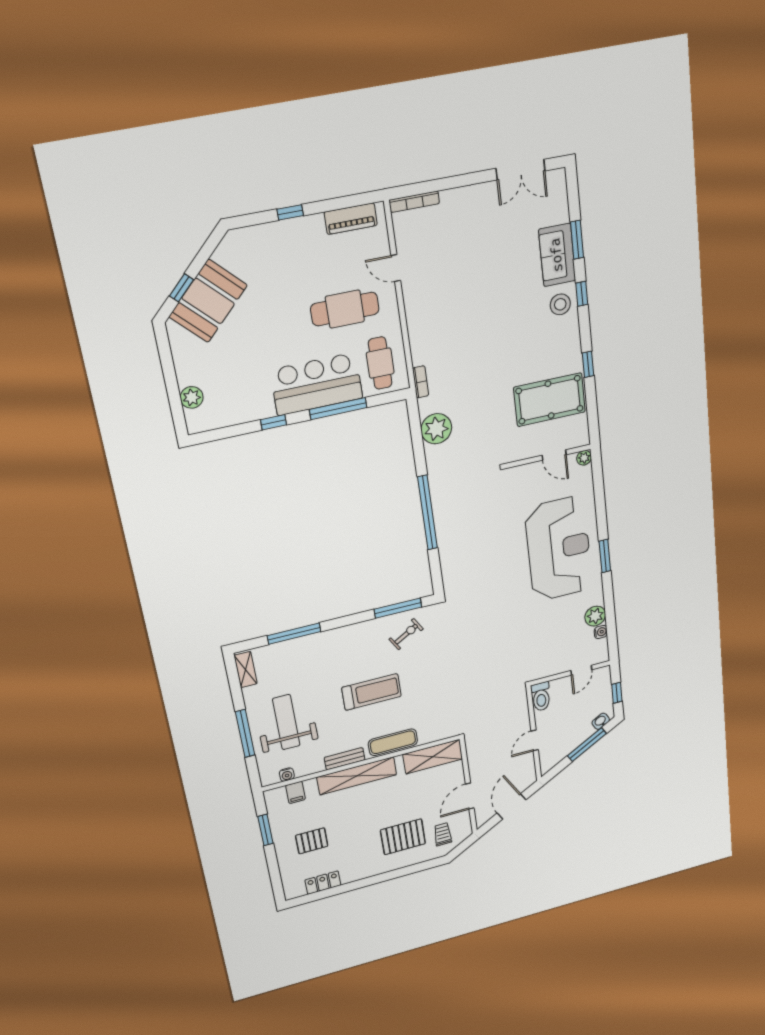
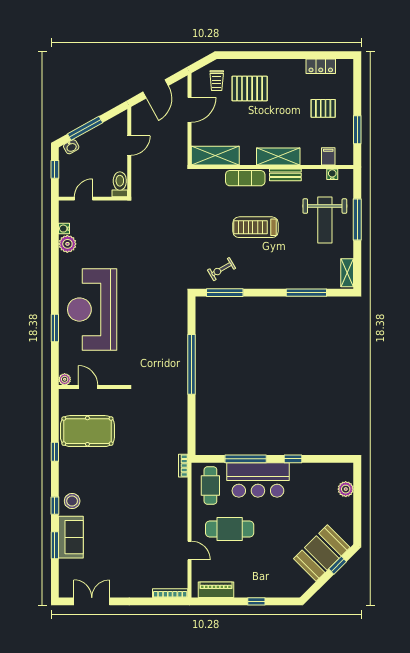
plant: (436, 429) -> (176, 428), removed
window: (605, 556) -> (55, 328), moved
shelving: (357, 776) -> (278, 157), width x0.68

